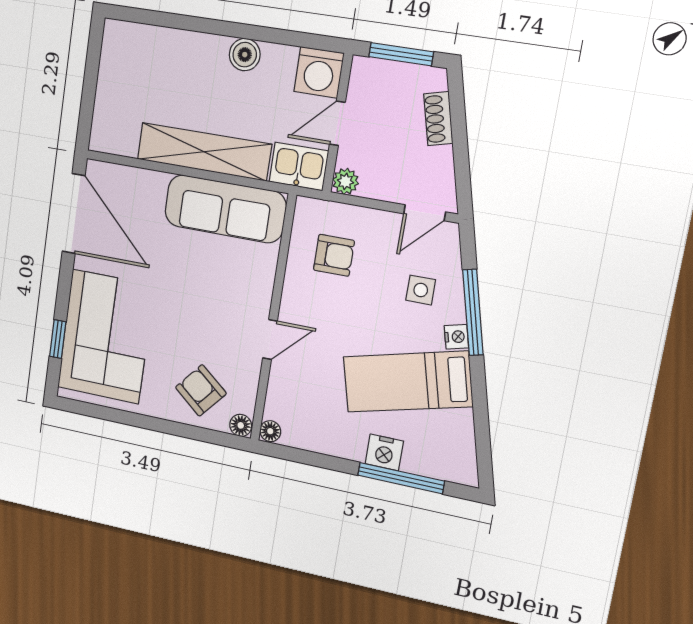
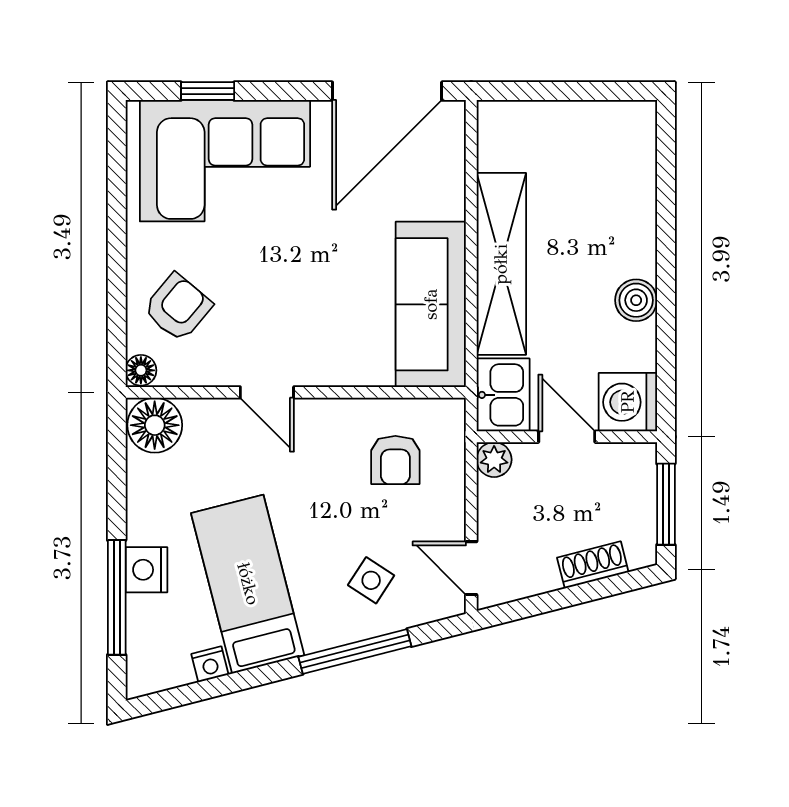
side table: (421, 290) -> (371, 580), turned 33
nightstand: (456, 337) -> (210, 664), moved
floor lamp: (270, 431) -> (155, 425), width x1.89, depth x1.89

